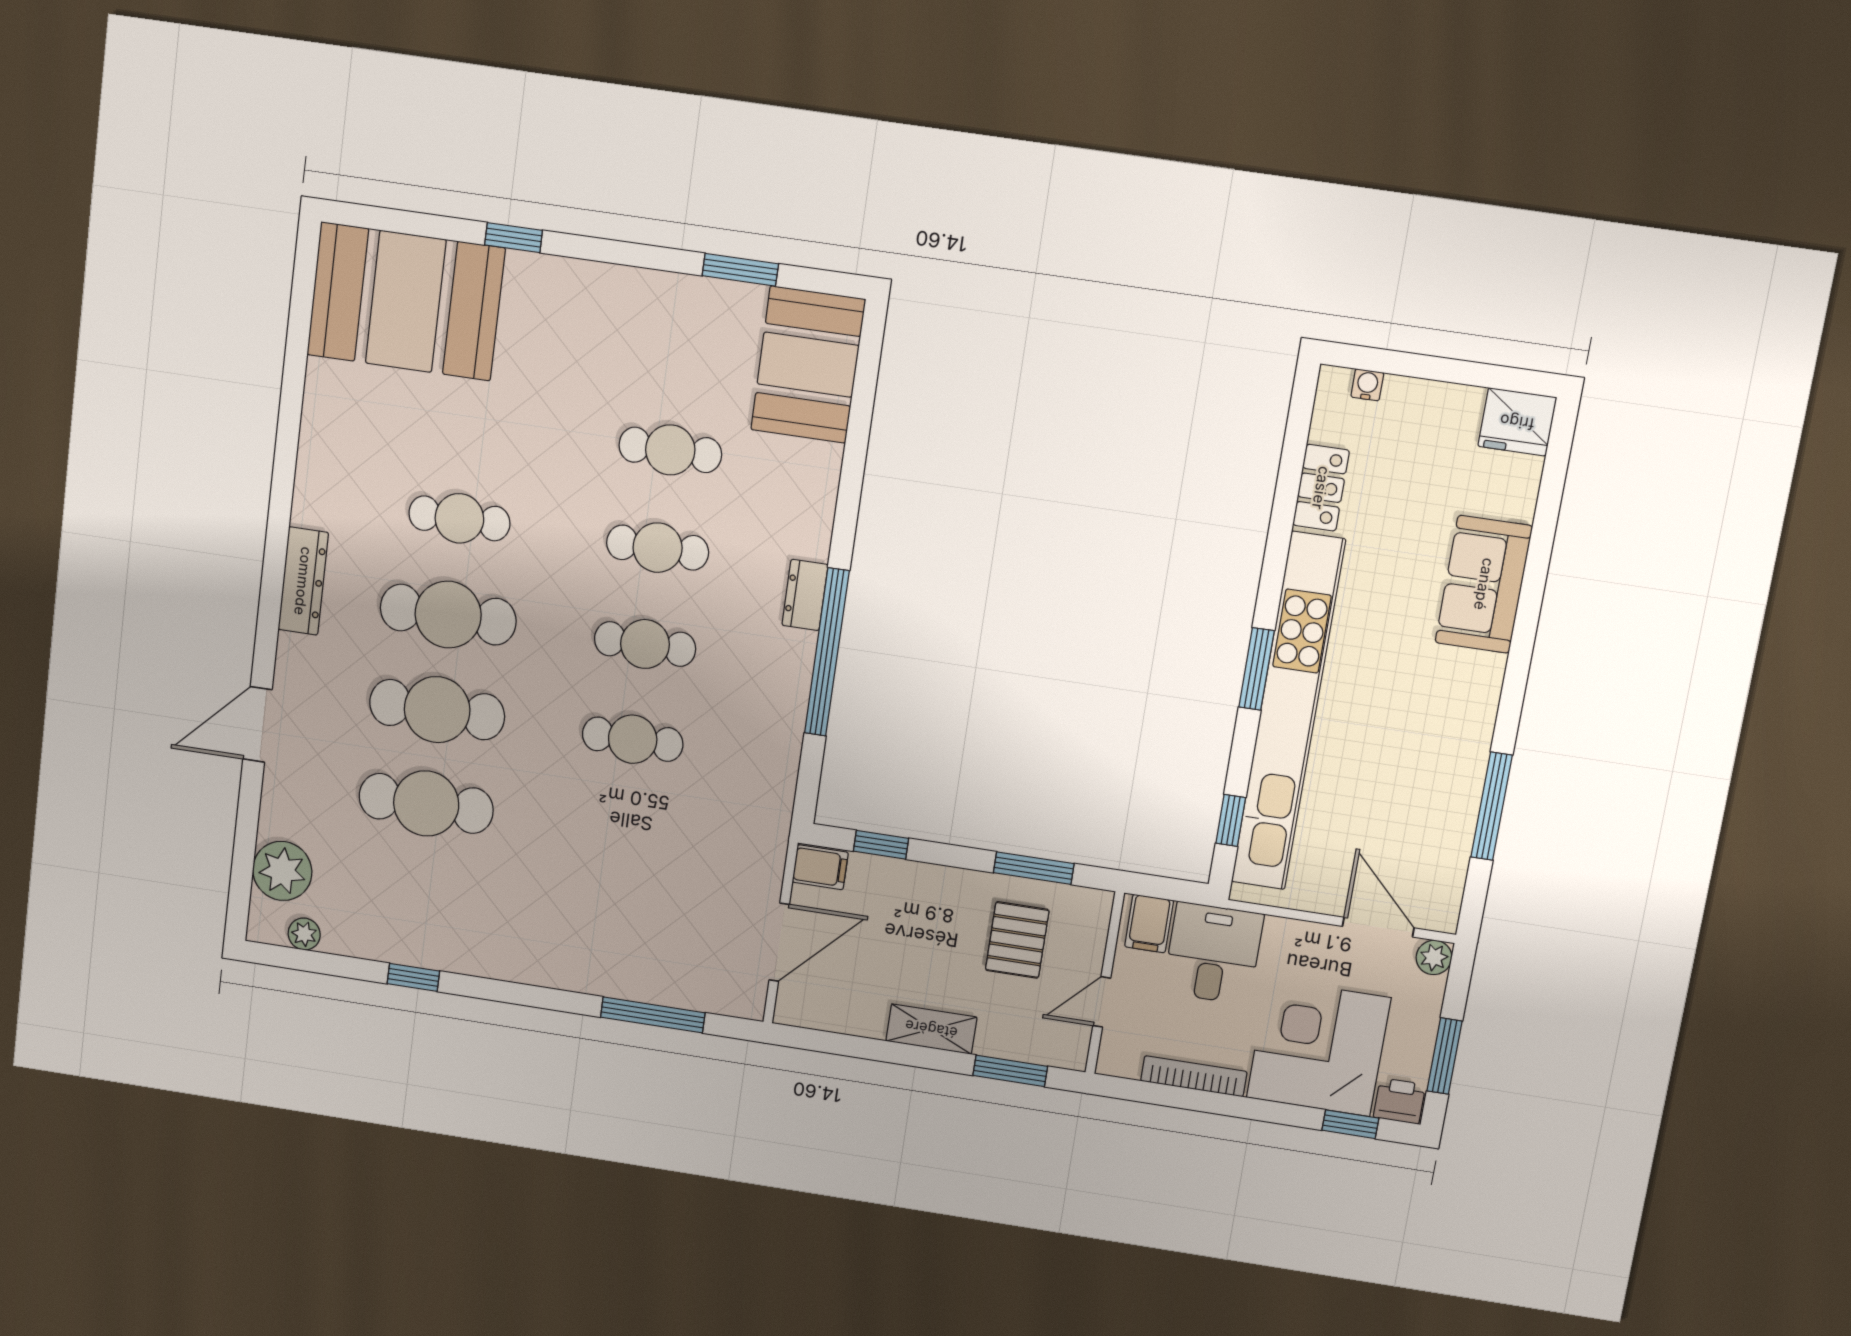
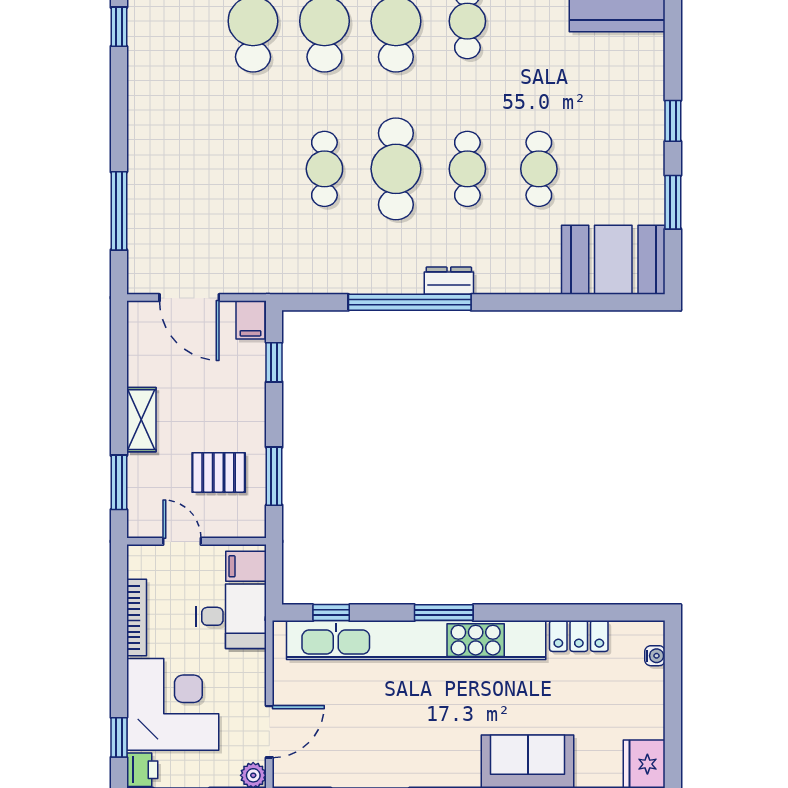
window: (514, 238) -> (673, 121), moved
cafe table: (645, 644) -> (396, 169), width x1.37, depth x1.35

